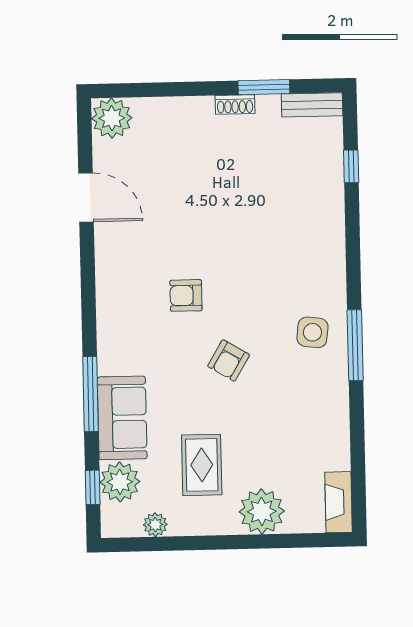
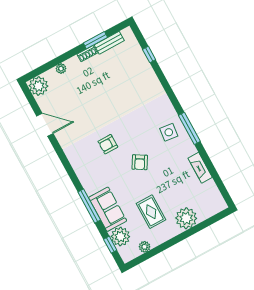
bench: (312, 105) -> (109, 43), moved
plant: (171, 107) -> (61, 69), added
fireplace: (339, 502) -> (200, 168), moved

